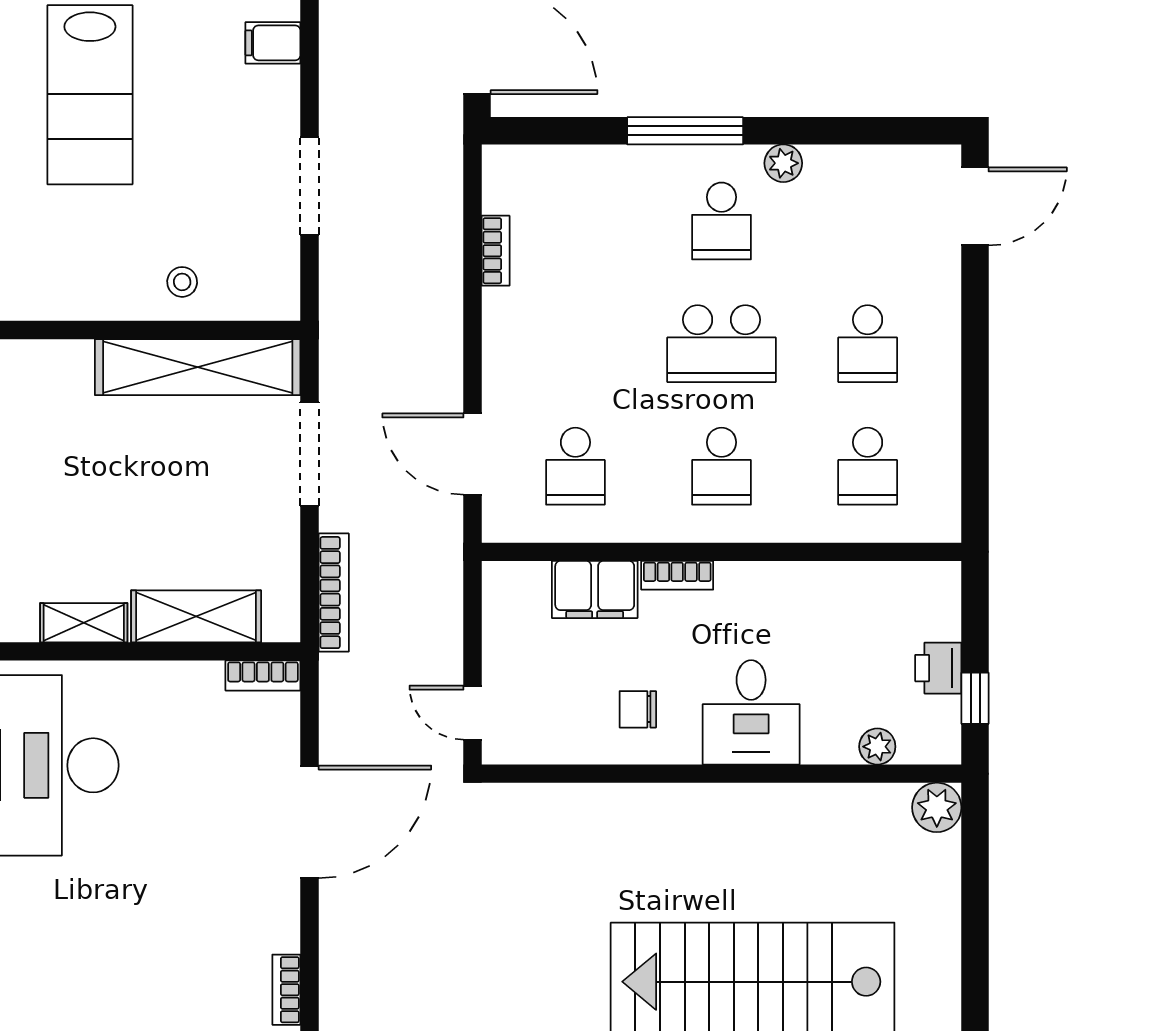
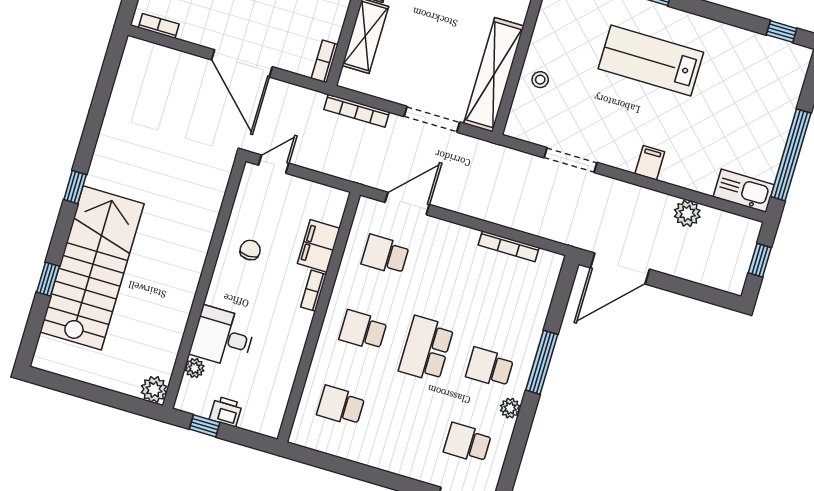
bookcase: (496, 251) -> (509, 246), width x1.56
school desk: (868, 344) -> (467, 443), moved
desk: (751, 712) -> (223, 337), moved

